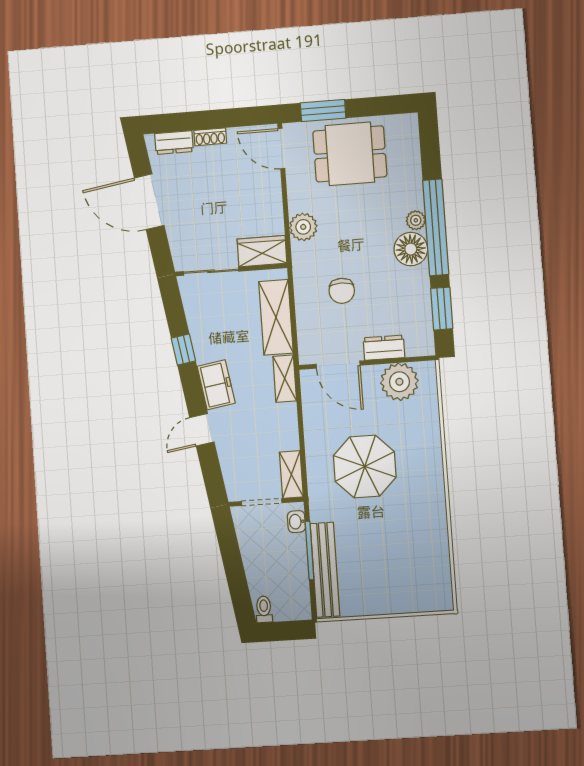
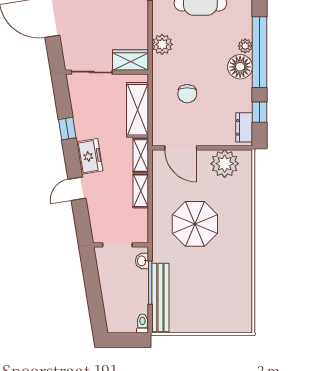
window: (442, 309) -> (259, 112), width x0.67
dresser: (384, 348) -> (244, 127), moved, turned -90
shelving: (291, 474) -> (141, 191), moved
toilet: (264, 609) -> (142, 324), moved

